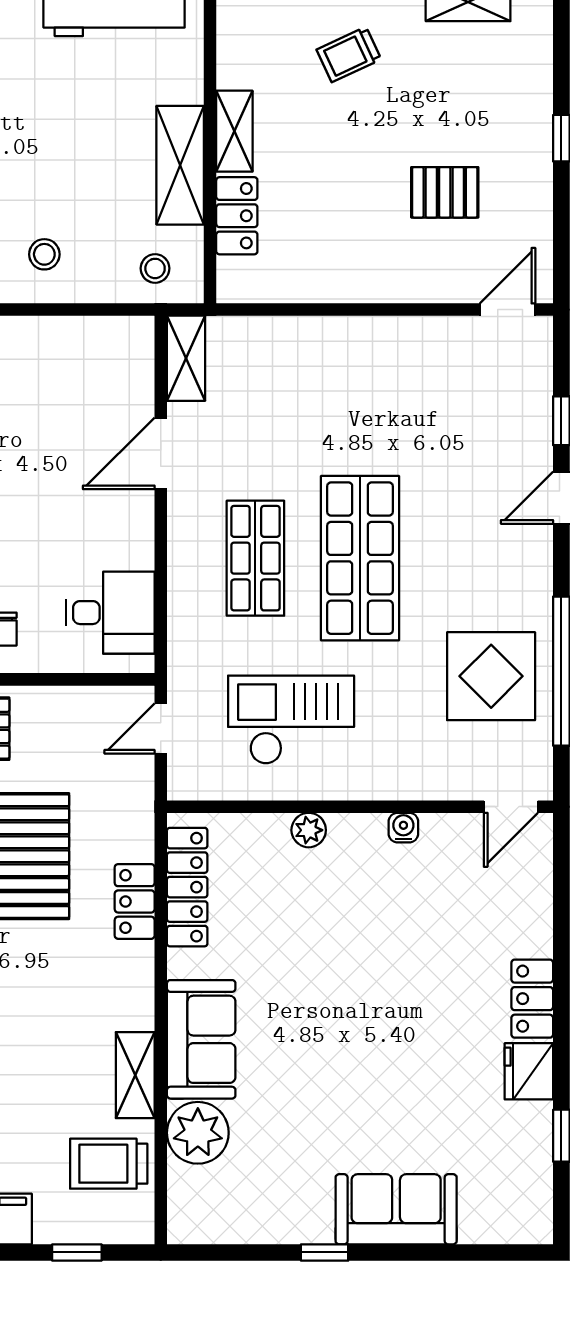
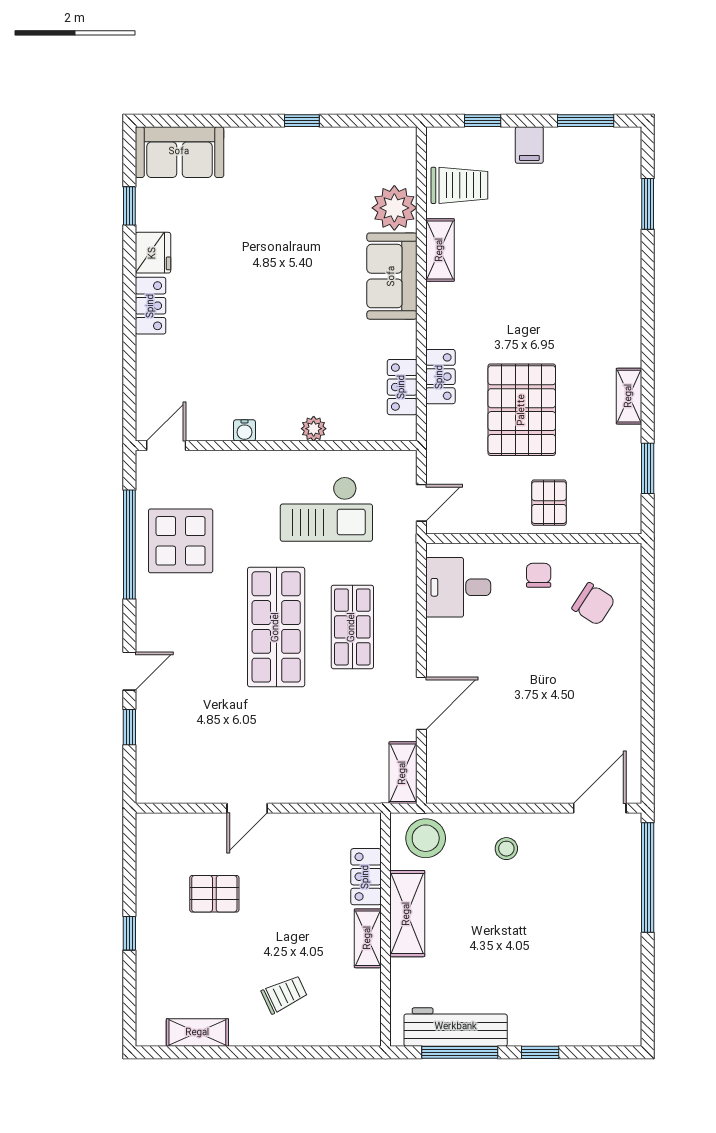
stool: (155, 268) -> (426, 838), width x1.89, depth x1.89
door: (508, 310) -> (247, 808), moved
locker: (187, 887) -> (402, 387), width x0.66
sofa: (396, 1209) -> (179, 152), moved

